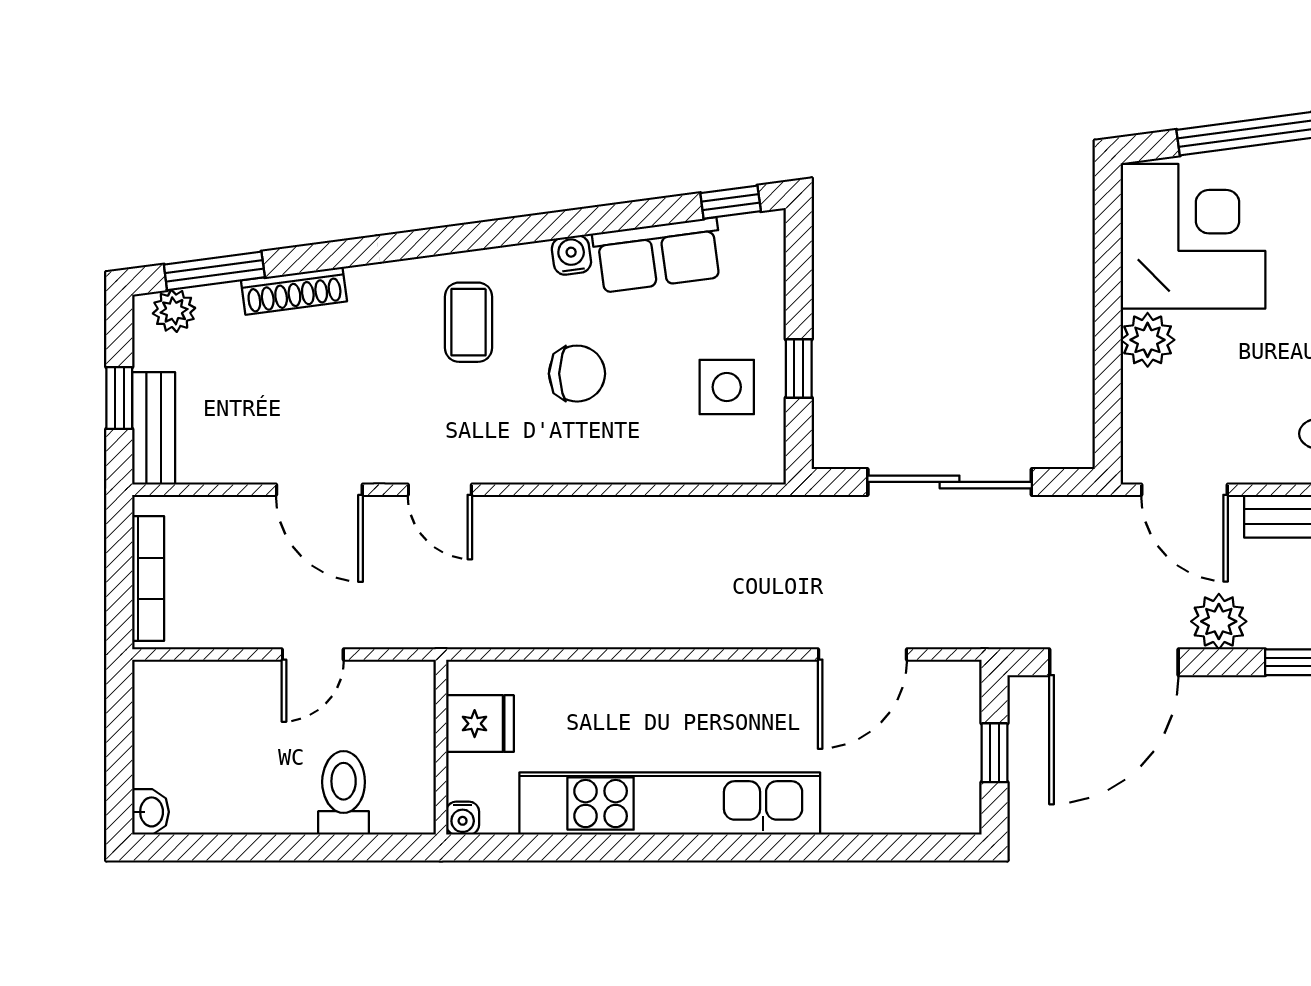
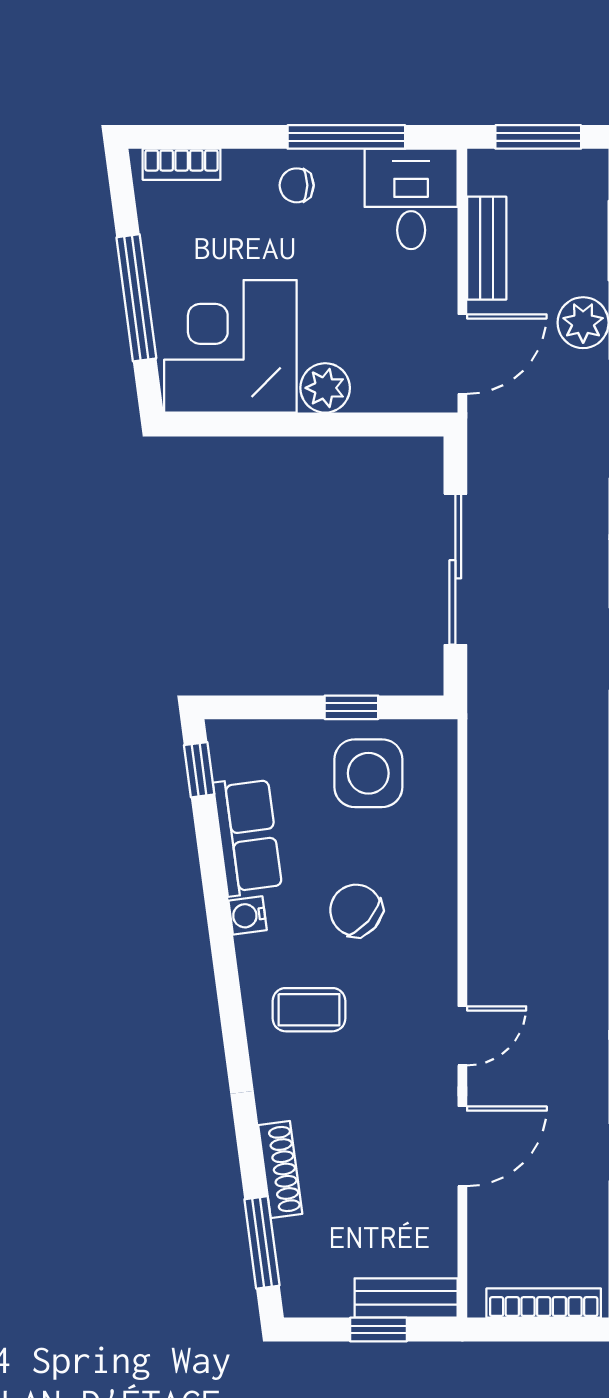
plant: (174, 311) -> (299, 1279), removed
chair: (577, 374) -> (356, 910), turned -49
side table: (727, 387) -> (368, 773), width x1.37, depth x1.37

